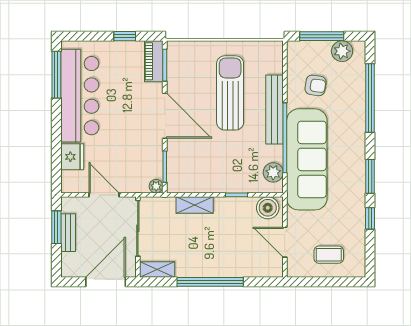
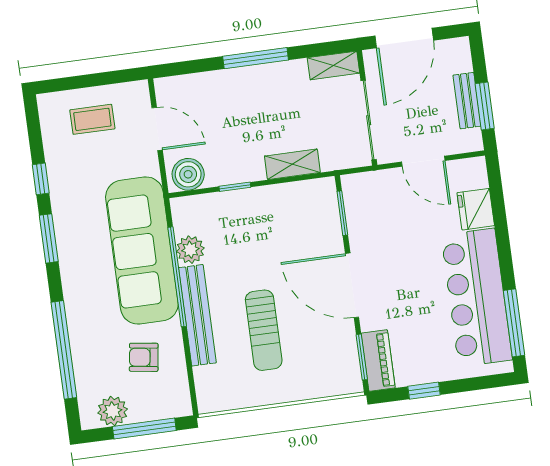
sun lounger: (230, 93) -> (264, 330), width x0.73, depth x0.75
plant: (273, 172) -> (190, 250), moved
plant: (156, 186) -> (351, 184), removed
window: (210, 282) -> (256, 58), width x0.68

